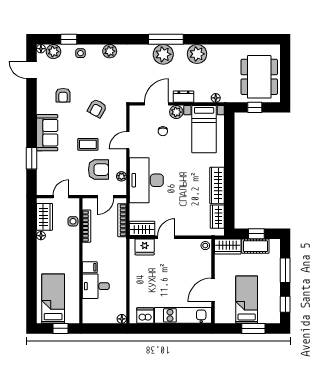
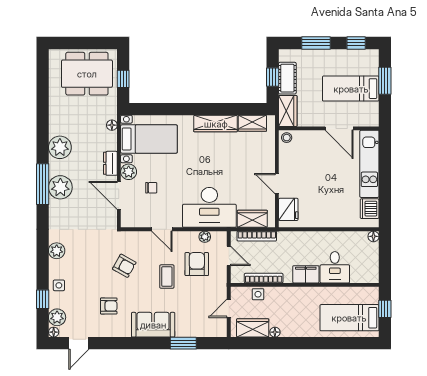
door: (61, 197) -> (229, 308), hinge flipped
wardrobe: (142, 228) -> (252, 219), moved, turned 90
filing cabinet: (90, 267) -> (306, 274), width x2.00

